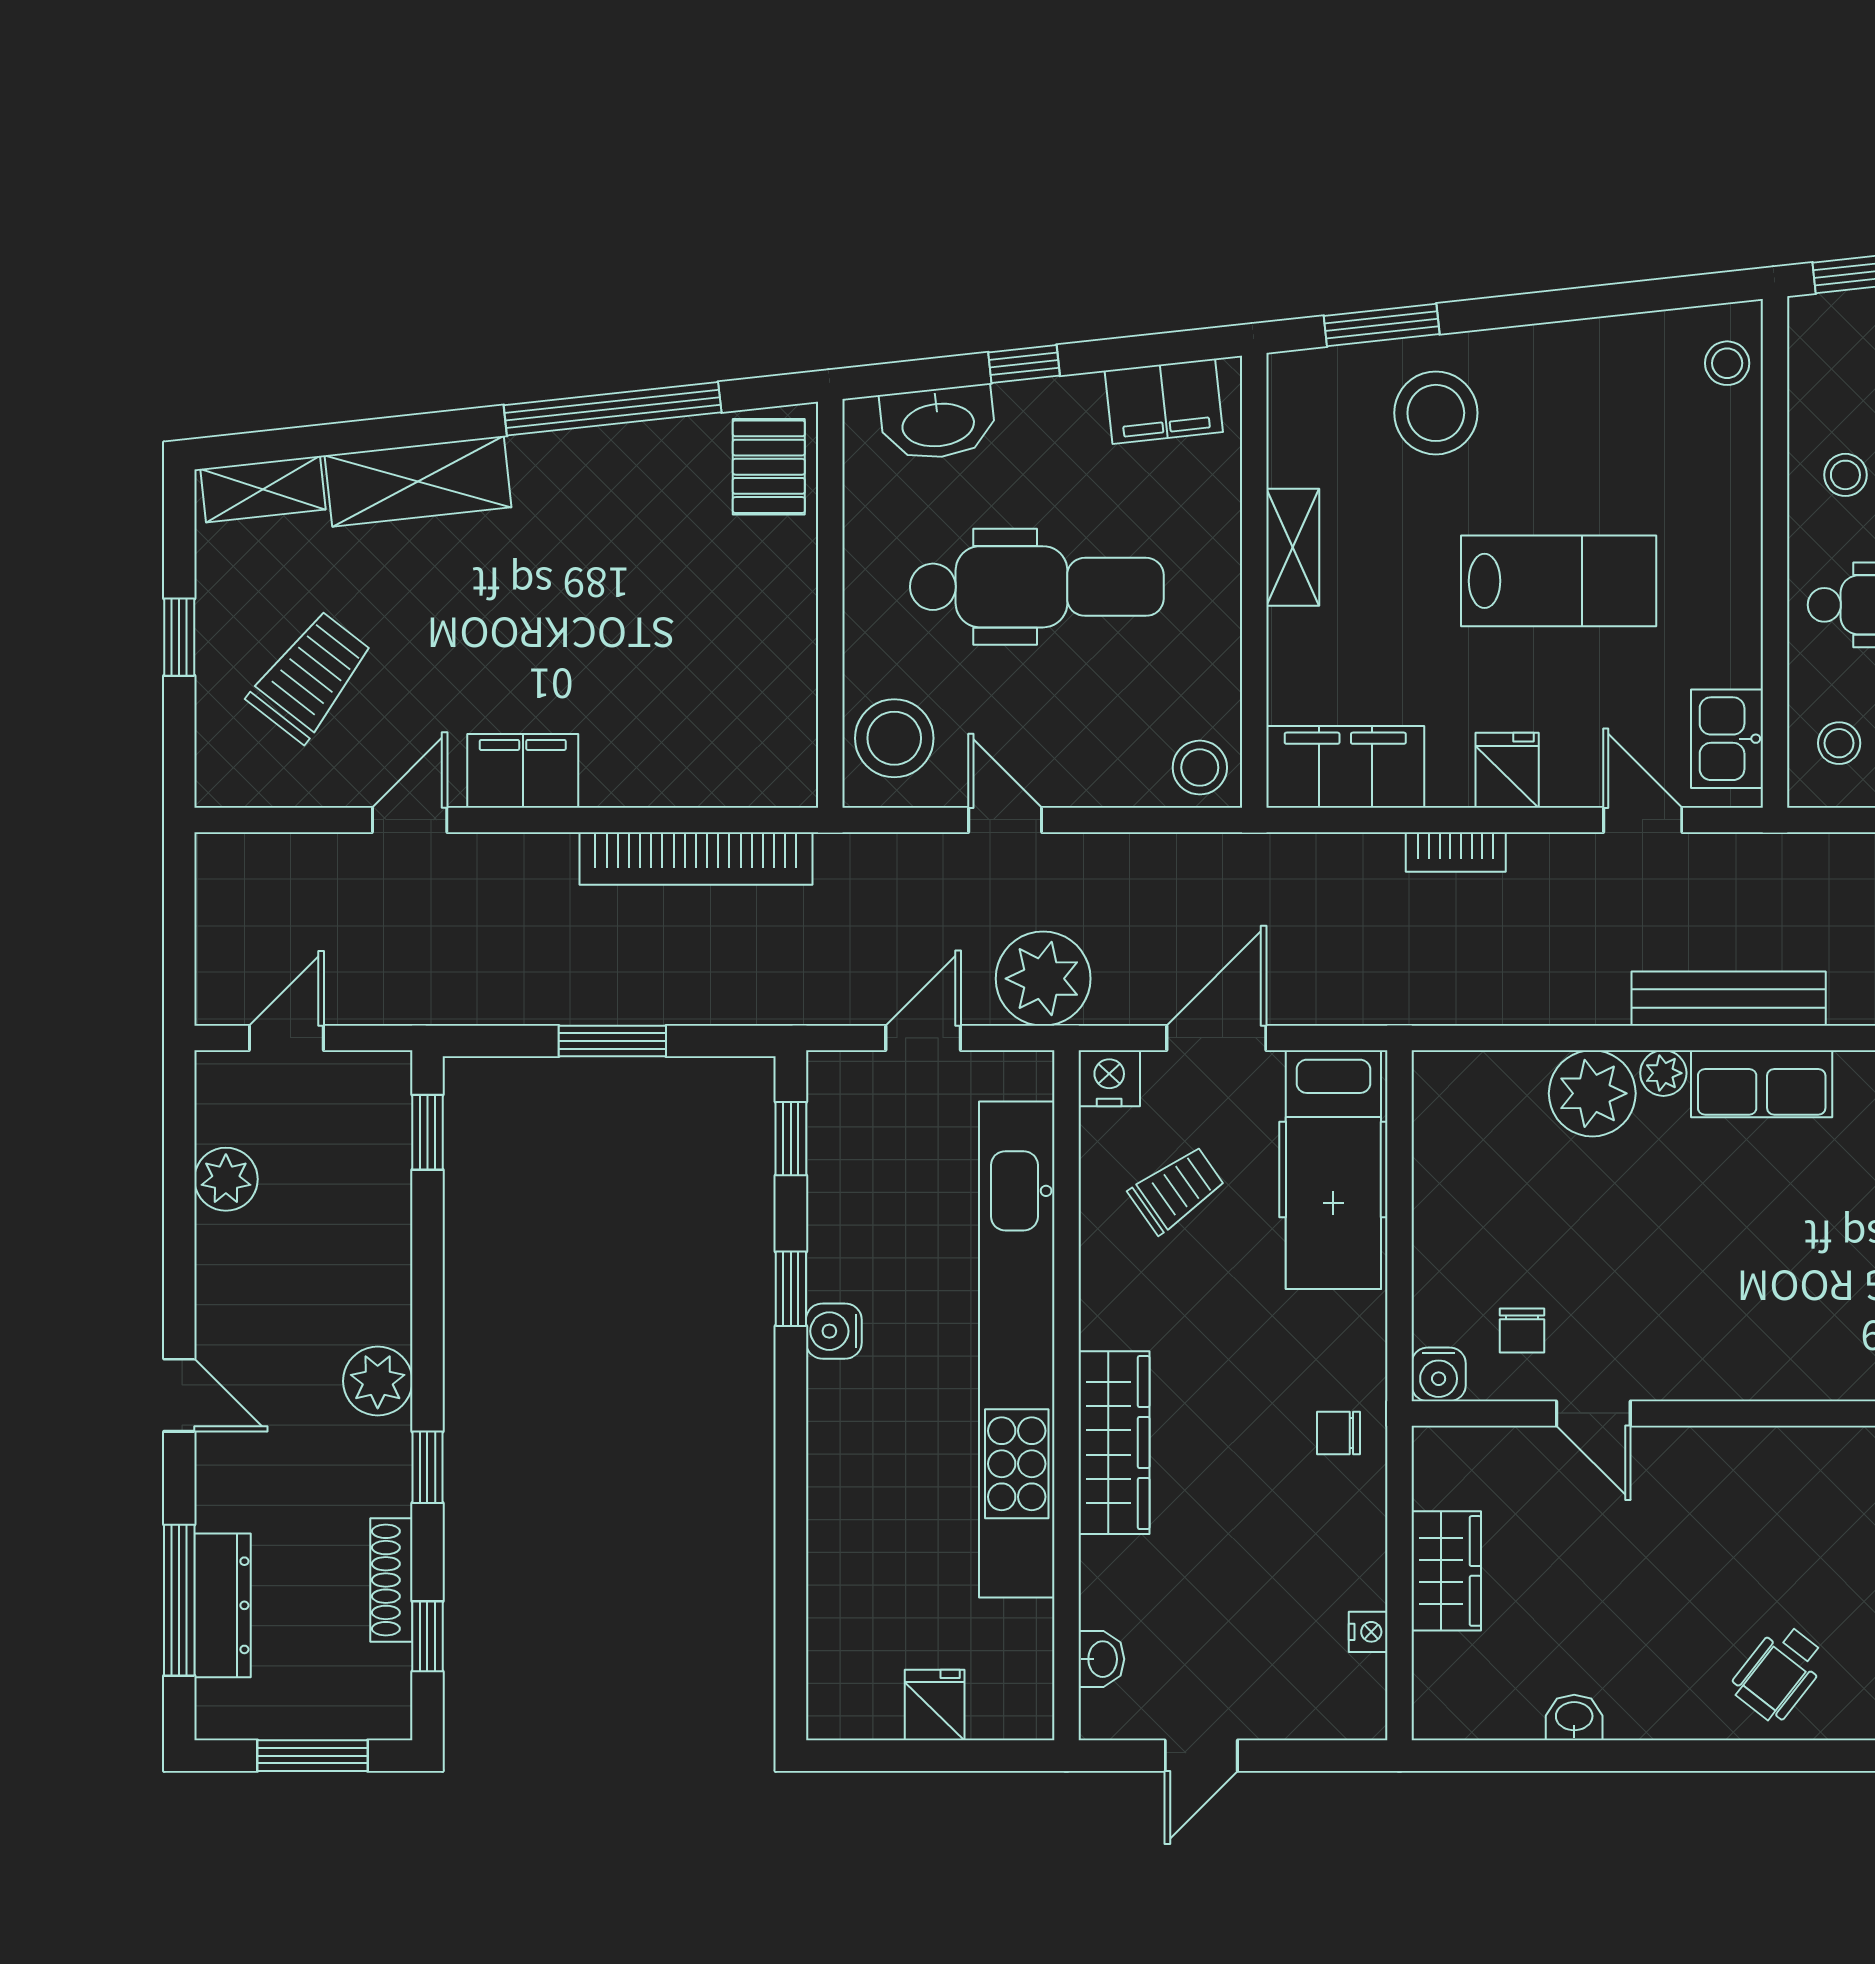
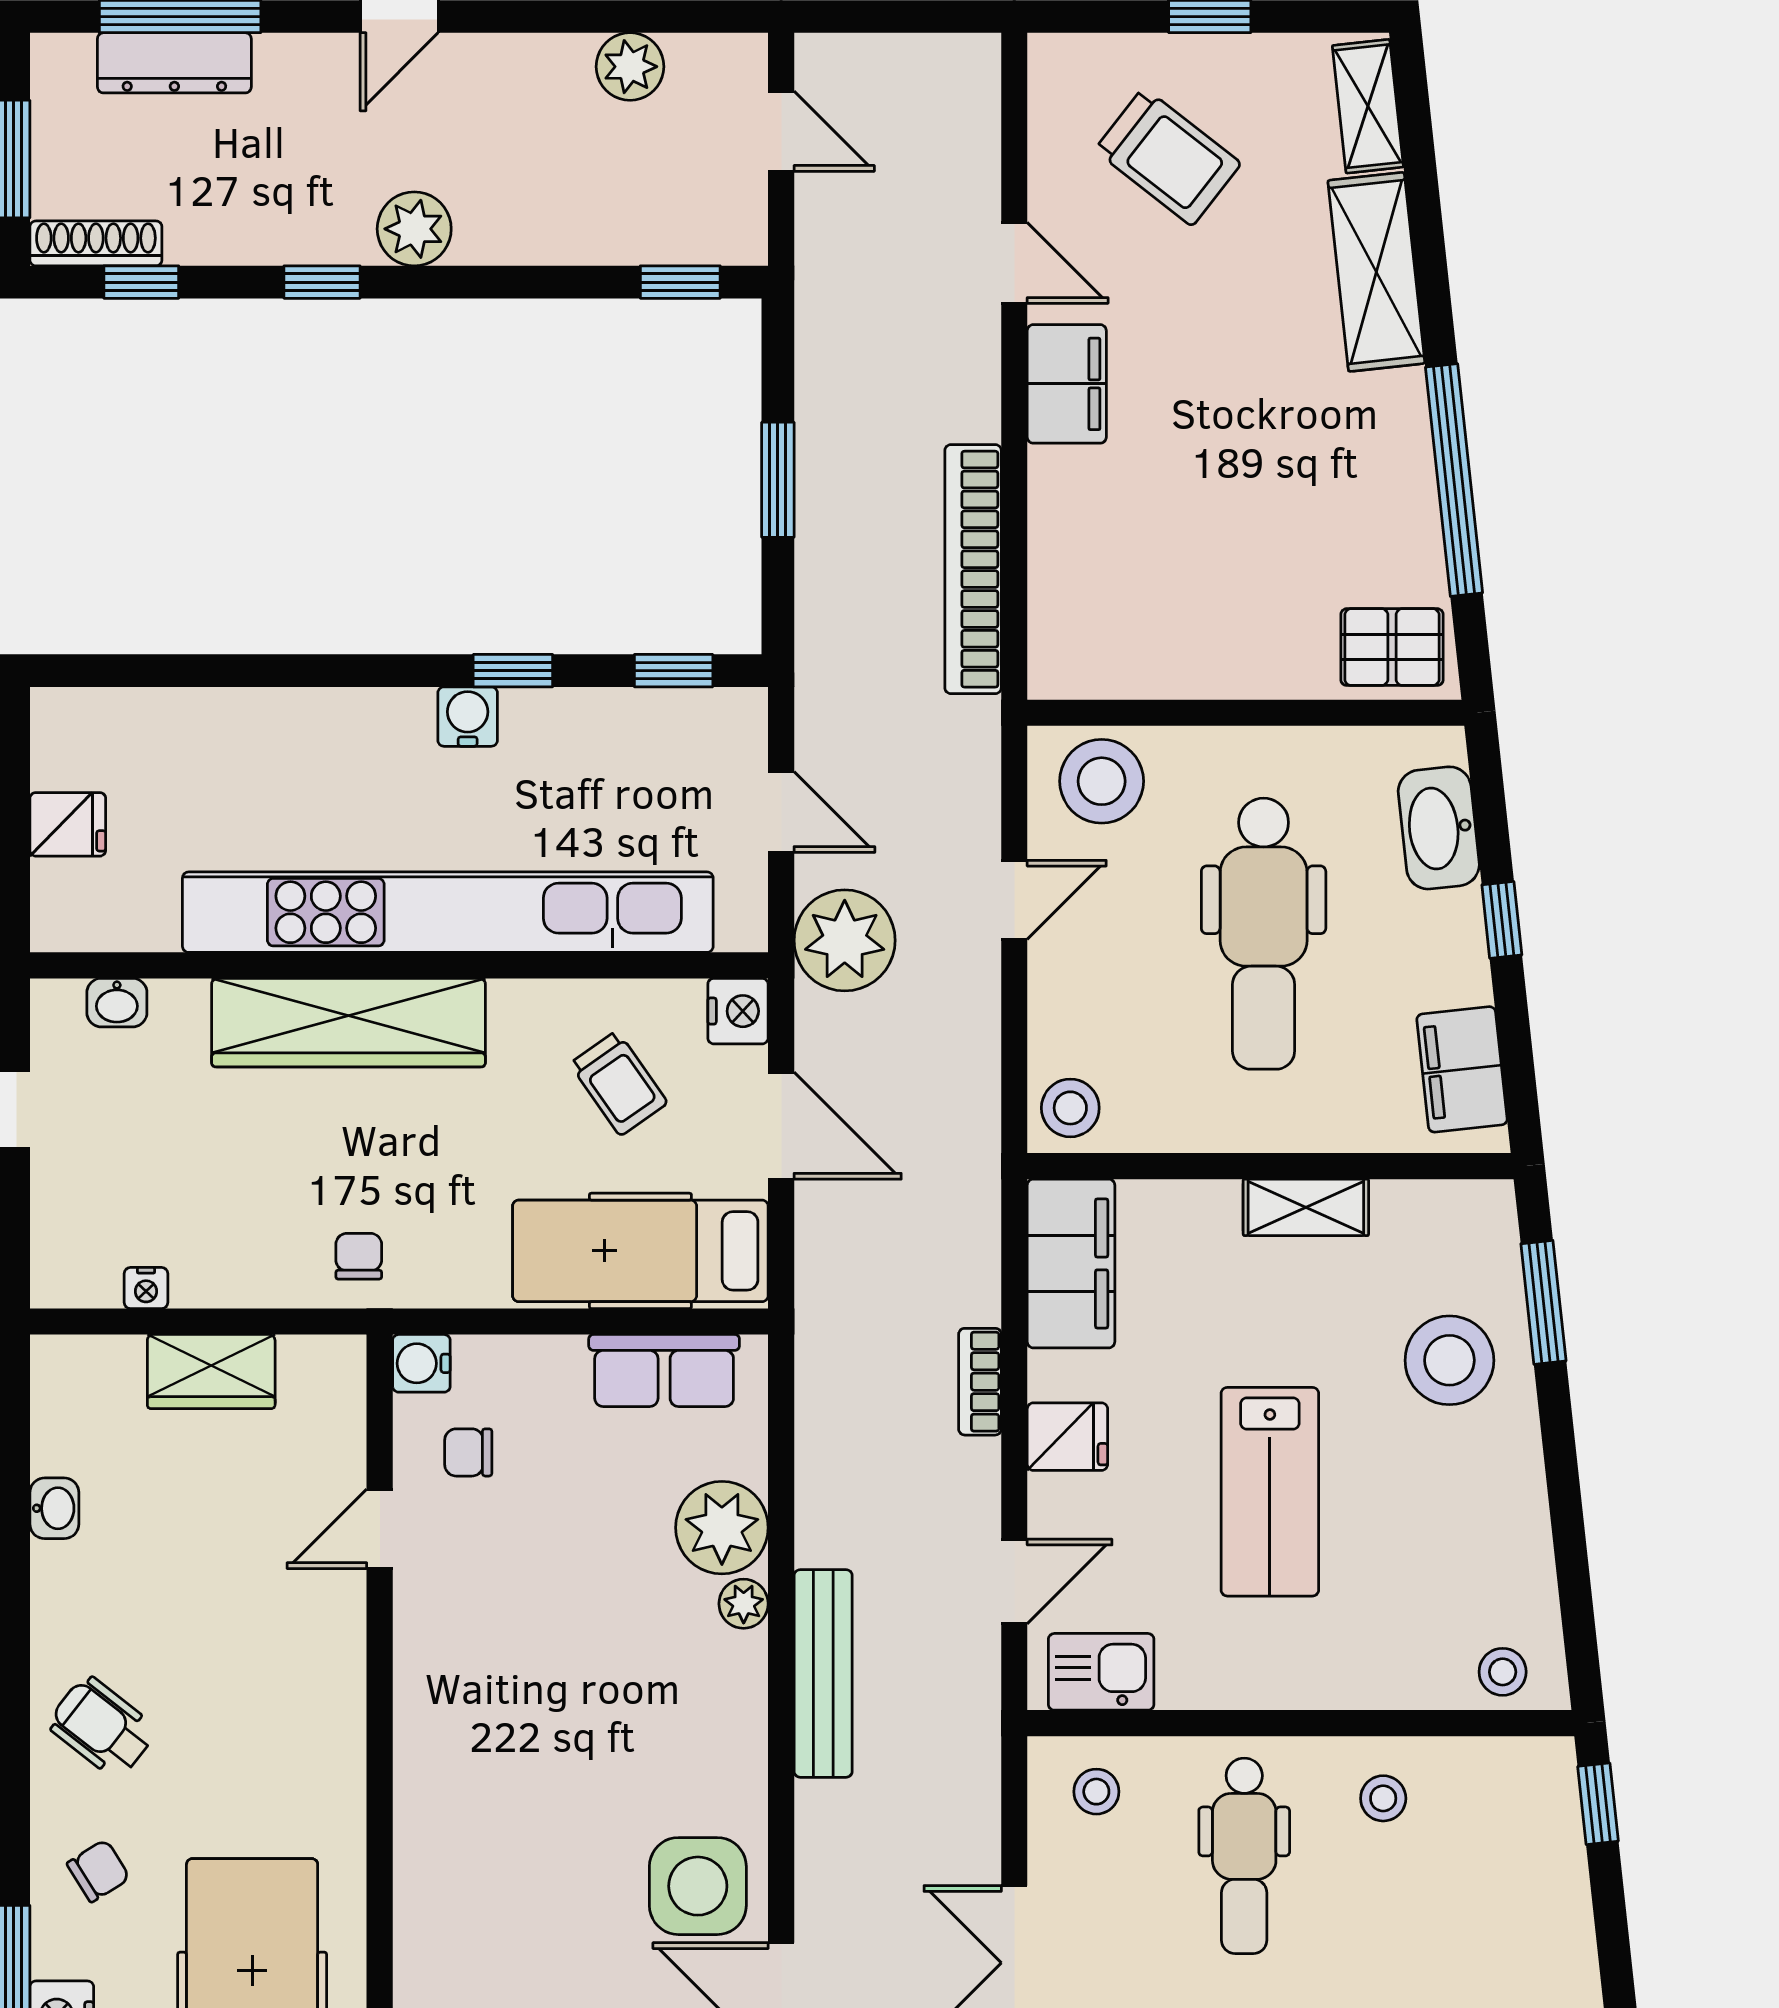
row of seats: (1762, 1084) -> (664, 1371), moved, turned -90
wardrobe: (1114, 1443) -> (348, 1023), width x1.40, depth x1.17
shoe rack: (391, 1580) -> (96, 243), moved

